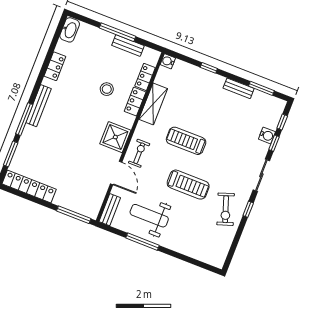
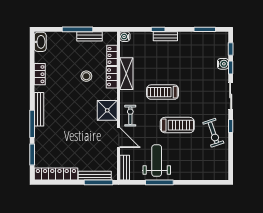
bench: (239, 88) -> (165, 36), moved
bench: (72, 205) -> (95, 176), added
weight bench: (149, 216) -> (157, 161), turned 90

